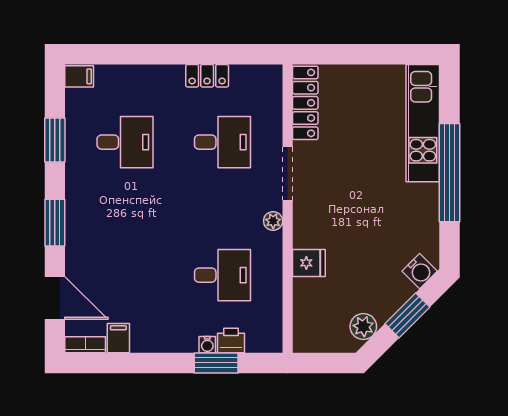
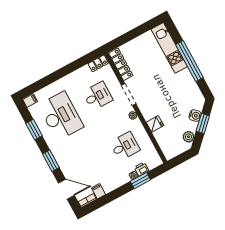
locker: (207, 76) -> (98, 63), moved
desk: (125, 142) -> (61, 116), width x1.87, depth x1.30
water cooler: (420, 271) -> (195, 116), moved

